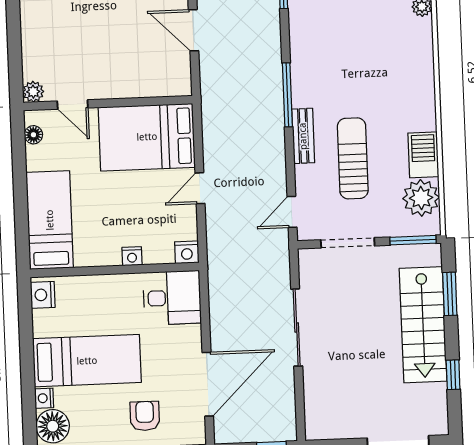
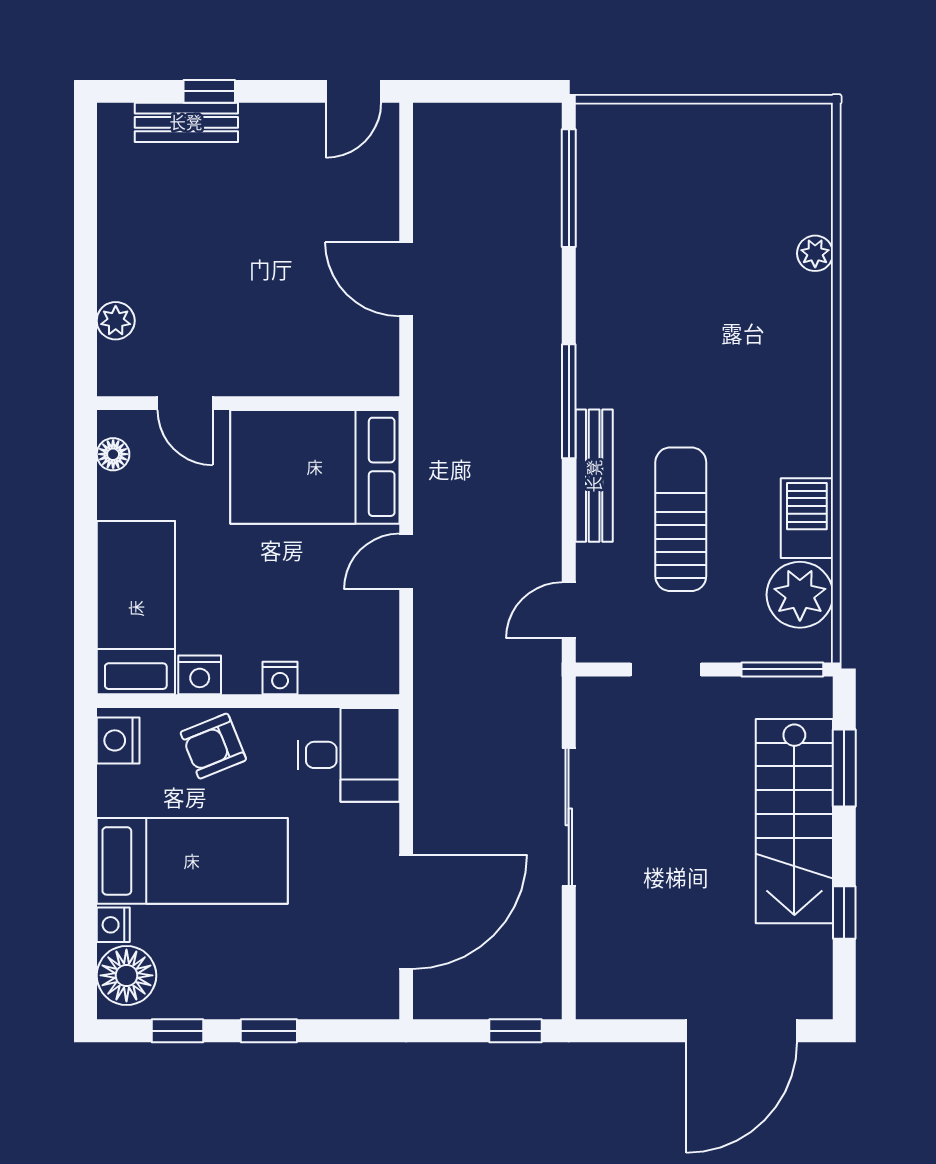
plant: (33, 92) -> (116, 321), moved
bench: (303, 136) -> (594, 476), width x1.36
doorway: (348, 243) -> (666, 669), width x0.73
nightstand: (187, 252) -> (200, 675), moved
armchair: (145, 416) -> (213, 746), moved, turned -112

